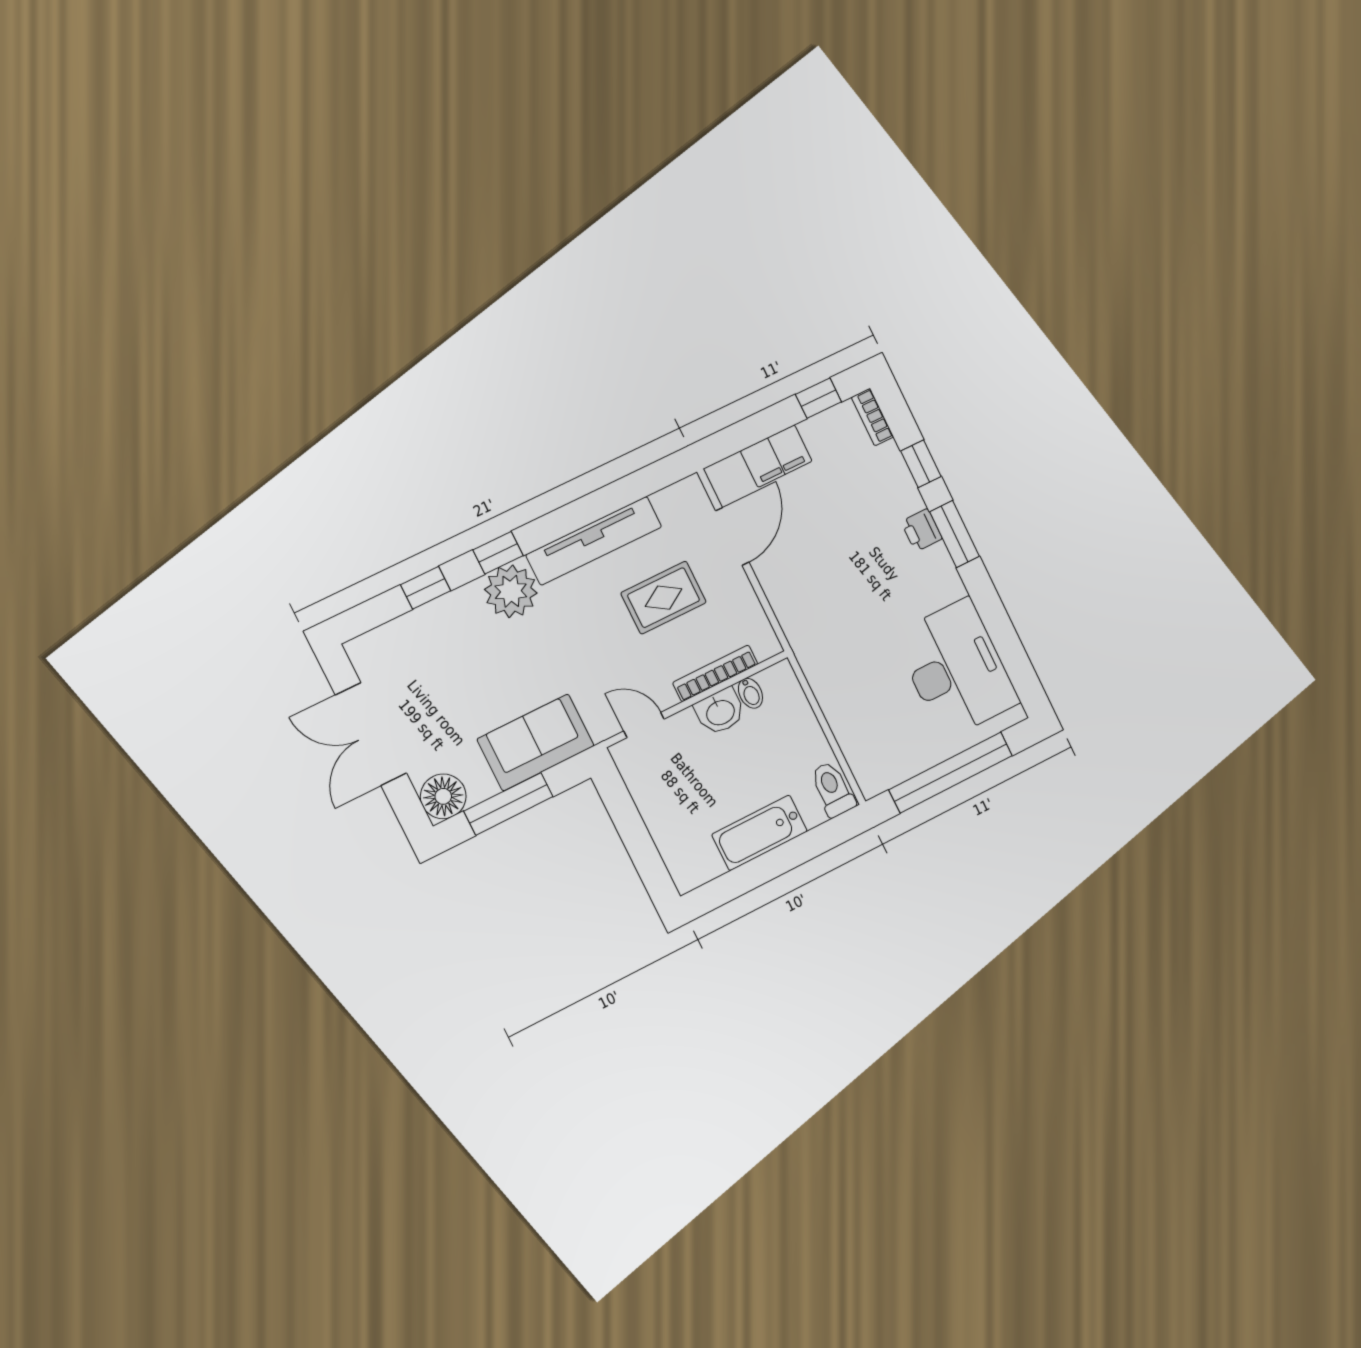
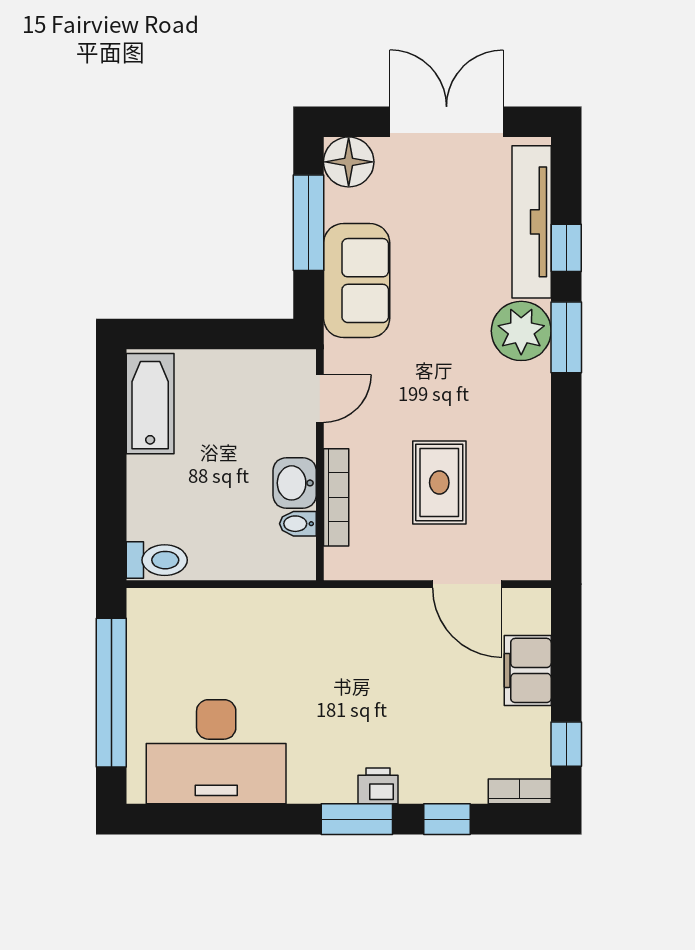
tv unit: (594, 541) -> (532, 222), moved
window: (498, 553) -> (566, 337), width x1.50
bathtub: (760, 833) -> (150, 404), moved

